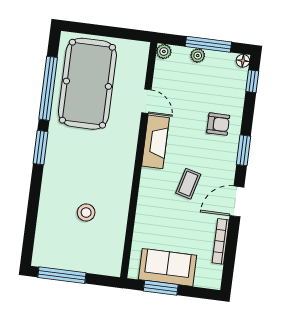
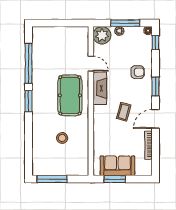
plant: (164, 52) -> (102, 35), width x1.88, depth x1.88
pool table: (87, 84) -> (70, 95), moved, width x0.73, depth x0.76

